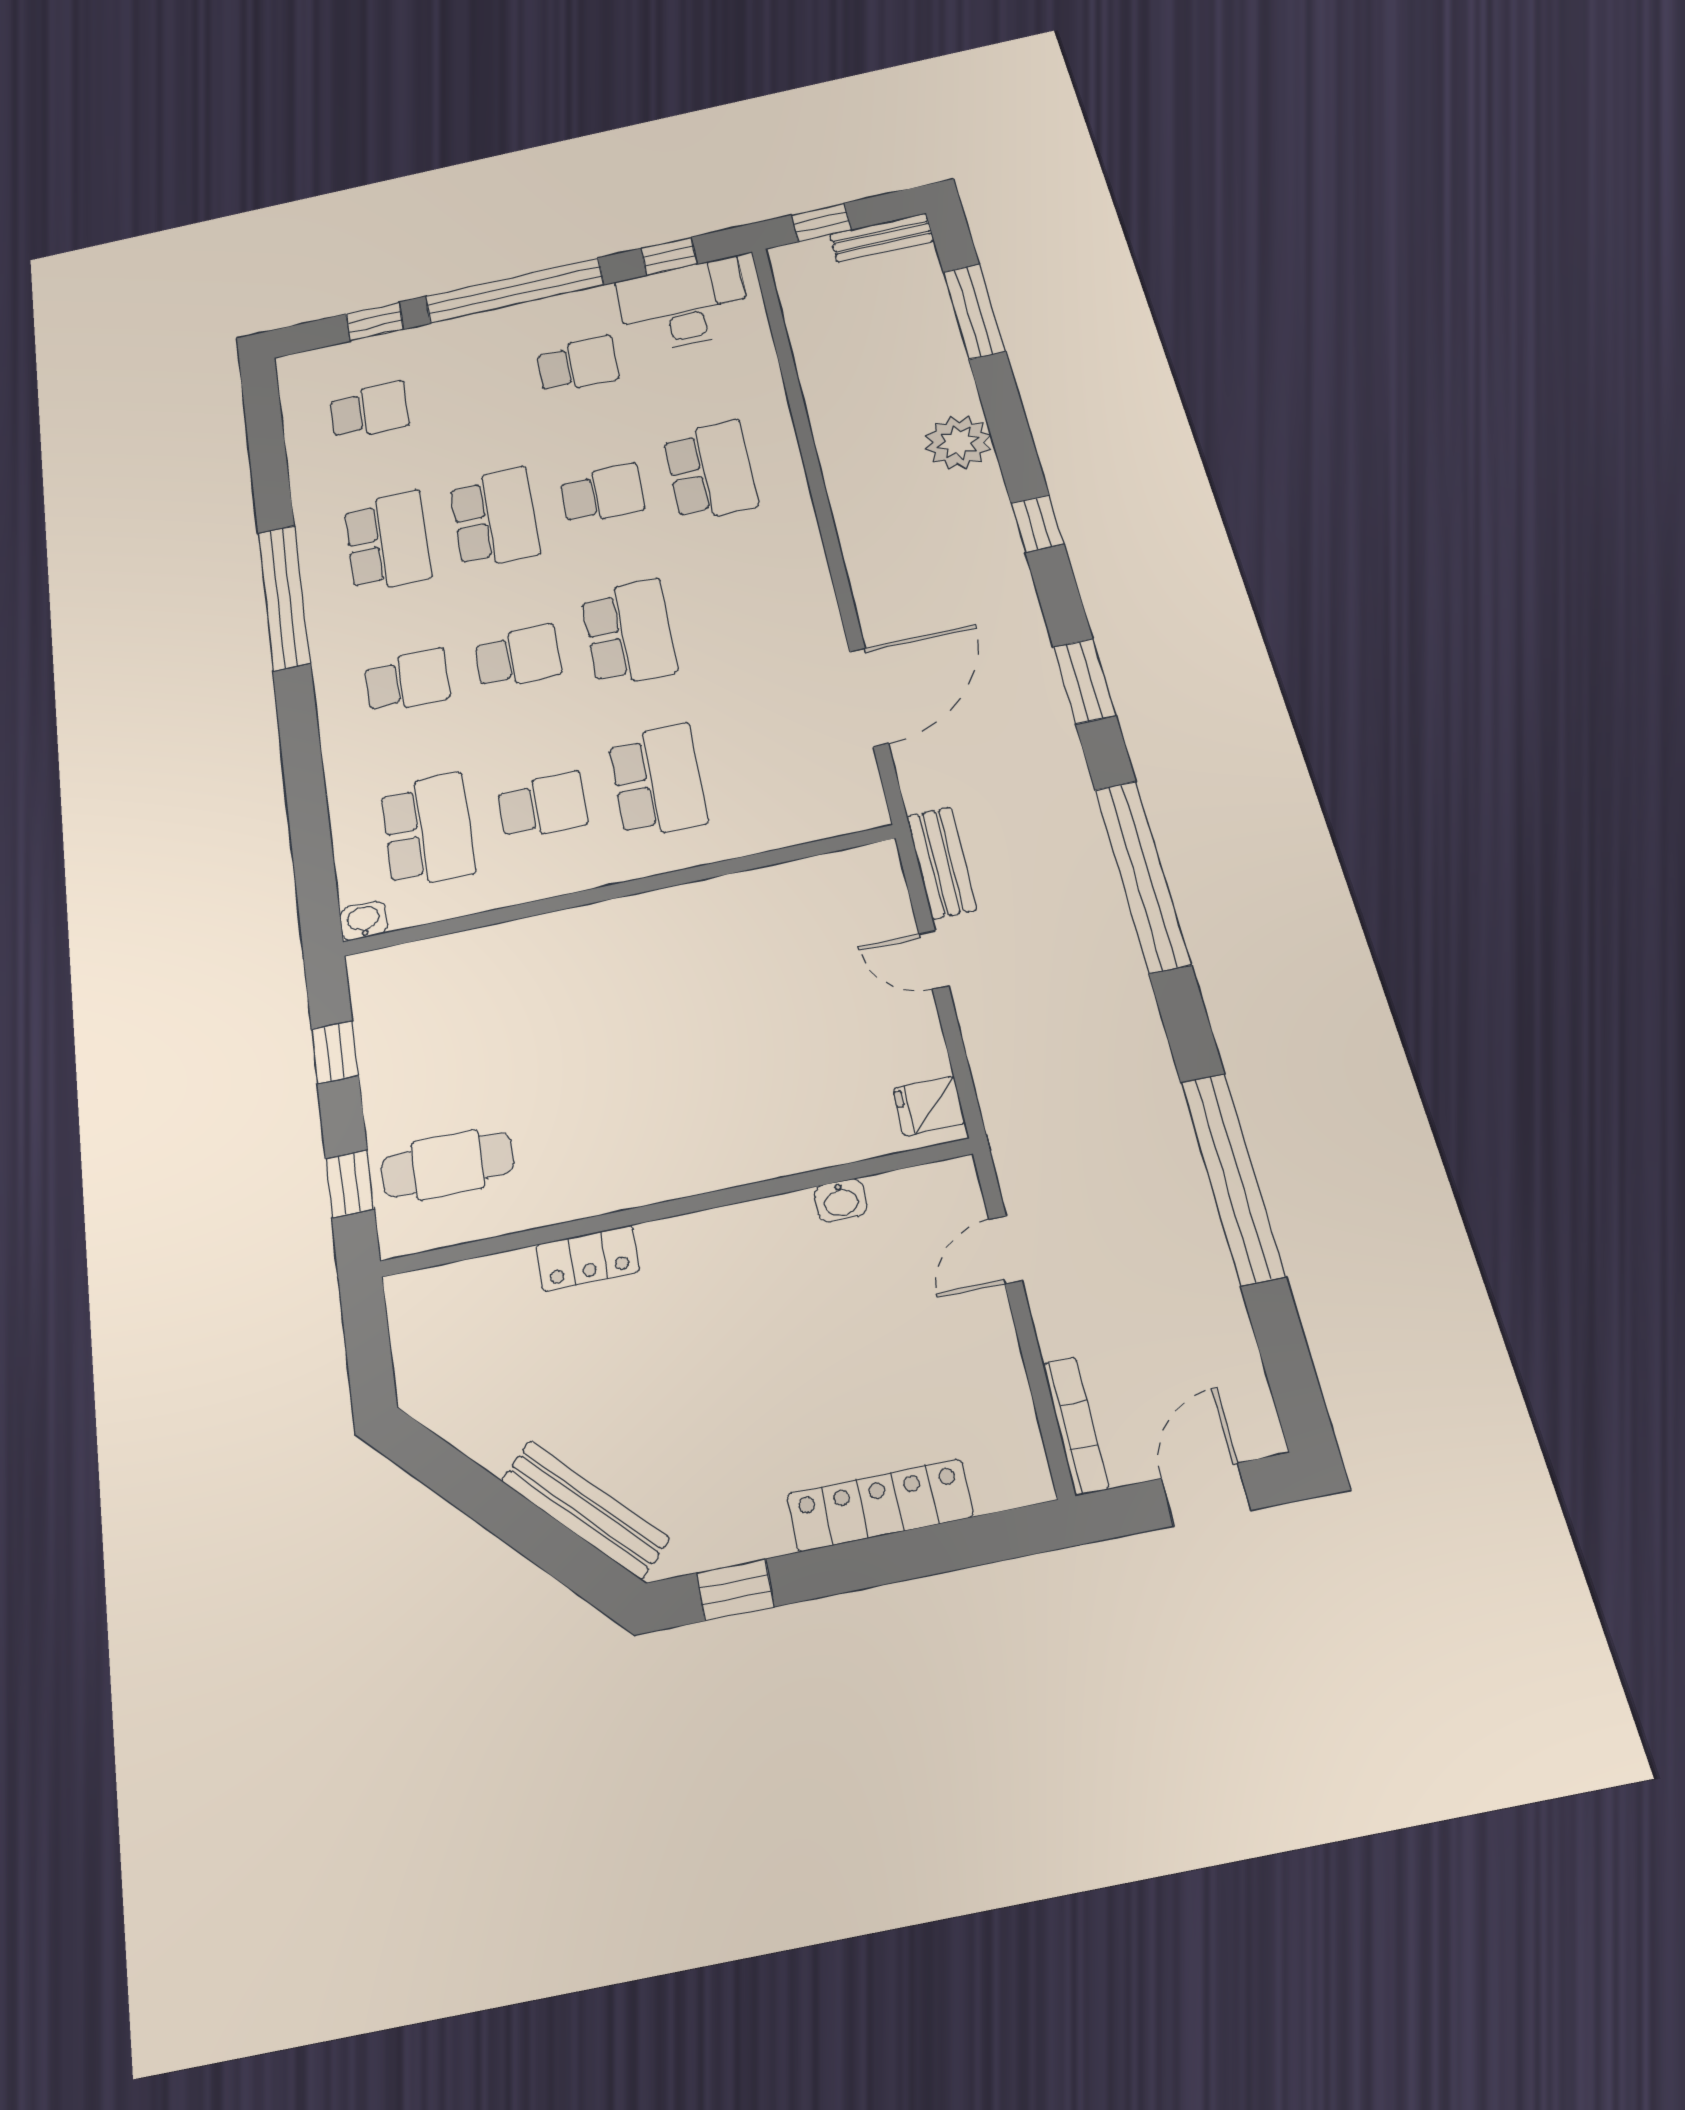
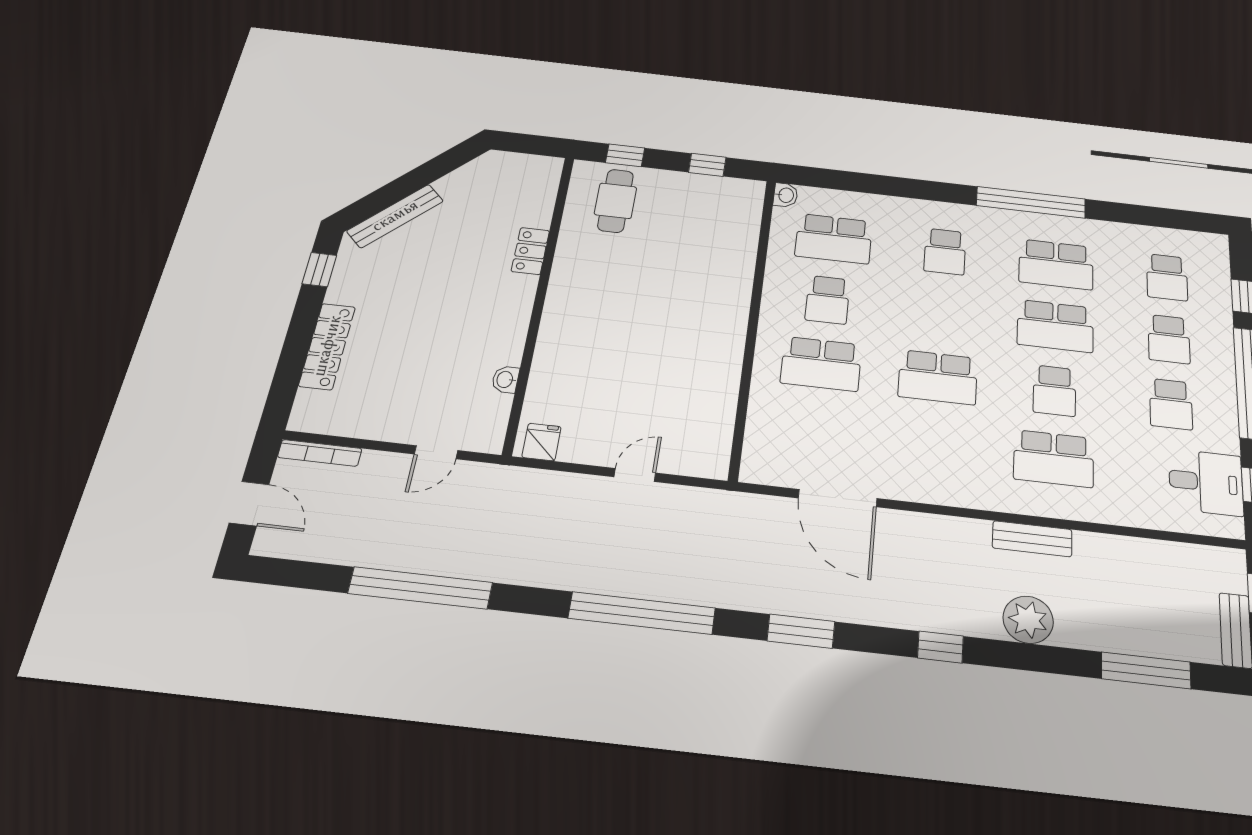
desk: (684, 306) -> (1206, 482), width x0.73
school desk: (518, 657) -> (1169, 339), moved
bench: (941, 863) -> (1032, 539), moved
door: (1005, 1250) -> (436, 452), swing flipped

